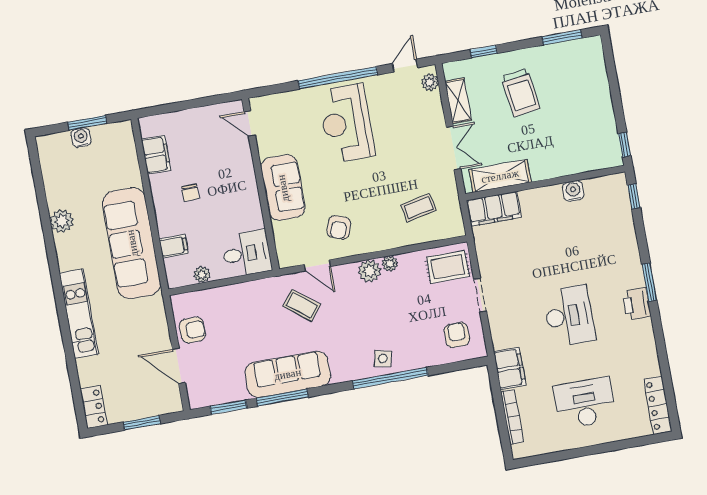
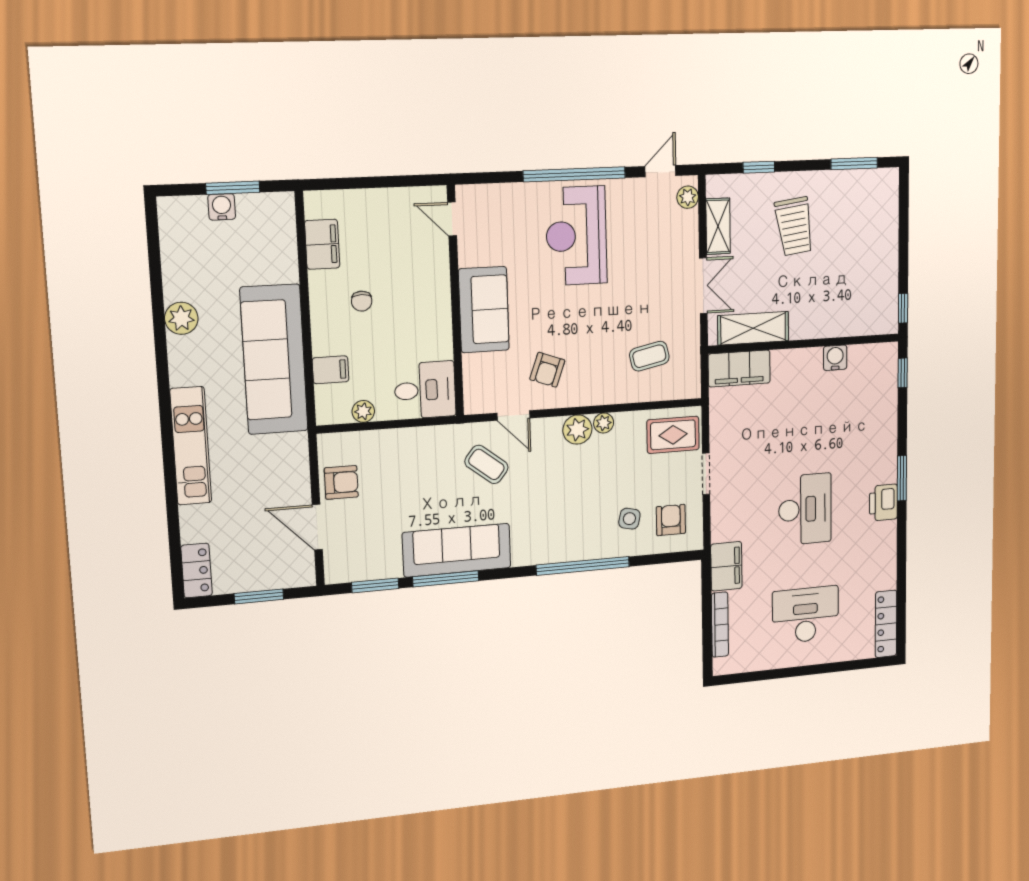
side table: (383, 359) -> (629, 519), moved

